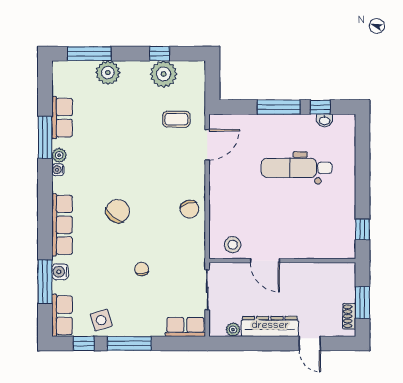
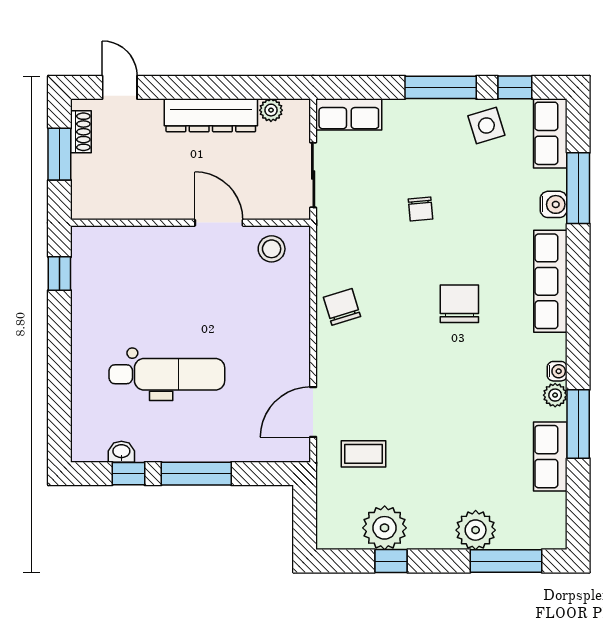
chair: (118, 211) -> (459, 304), turned 141
door: (310, 343) -> (120, 87), moved

